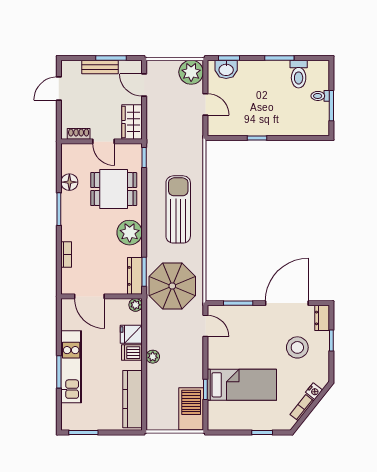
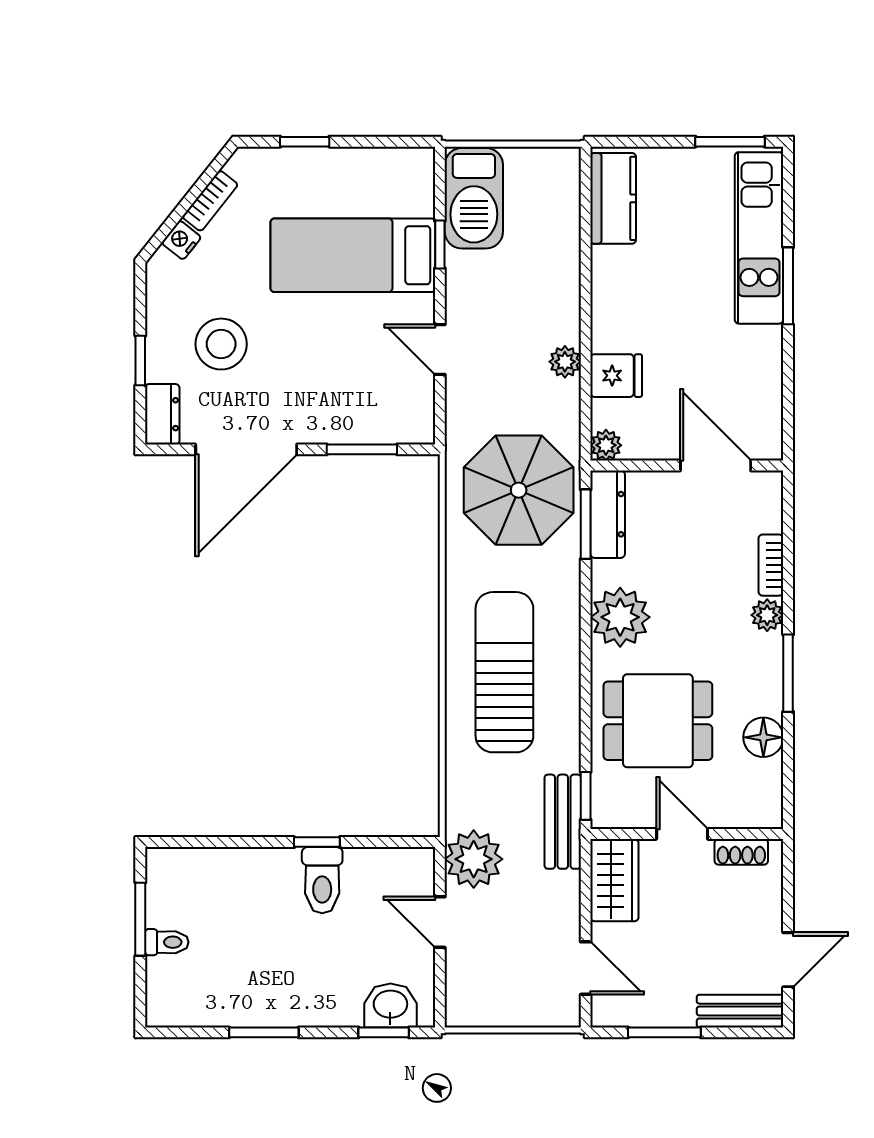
bench: (100, 67) -> (740, 1011), moved
plant: (191, 72) -> (474, 859), moved
toilet: (299, 74) -> (322, 880), moved, turned 180
bench: (154, 147) -> (563, 822), added
sun lounger: (178, 209) -> (504, 672), turned 180
plant: (68, 233) -> (767, 615), added
door: (205, 326) -> (440, 350), moved
dishwasher: (132, 353) -> (615, 332), removed
plant: (153, 357) -> (565, 362), moved
kitchen unit: (71, 367) -> (759, 238), moved
kitchen counter: (132, 399) -> (613, 198), width x0.67

